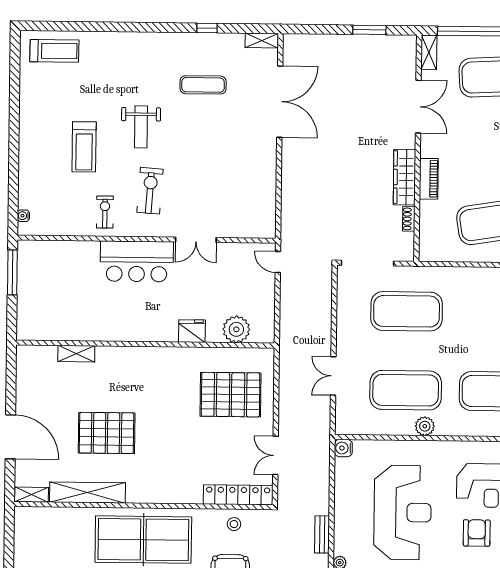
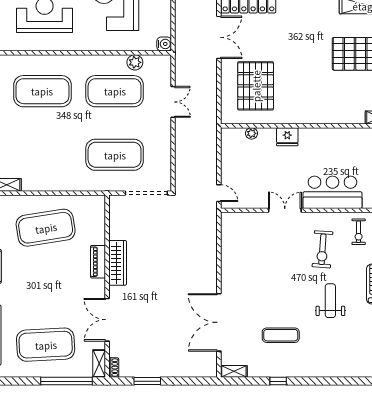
shoe rack: (409, 219) -> (114, 368), moved
plant: (236, 329) -> (252, 133), width x0.53, depth x0.53
pallet: (231, 395) -> (256, 86), turned 90
plant: (425, 426) -> (135, 62), moved
double door: (275, 455) -> (219, 37), width x1.37

